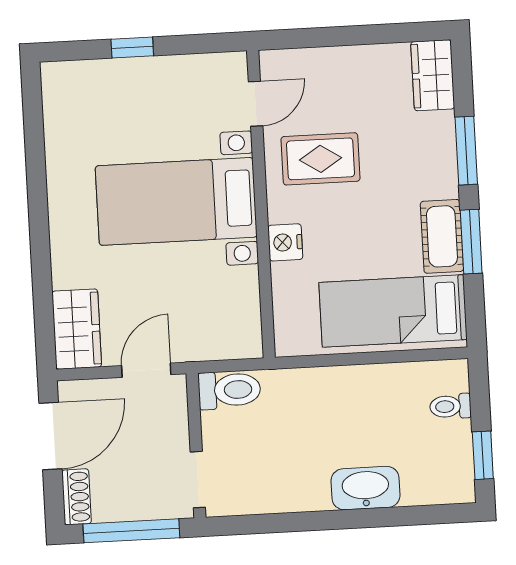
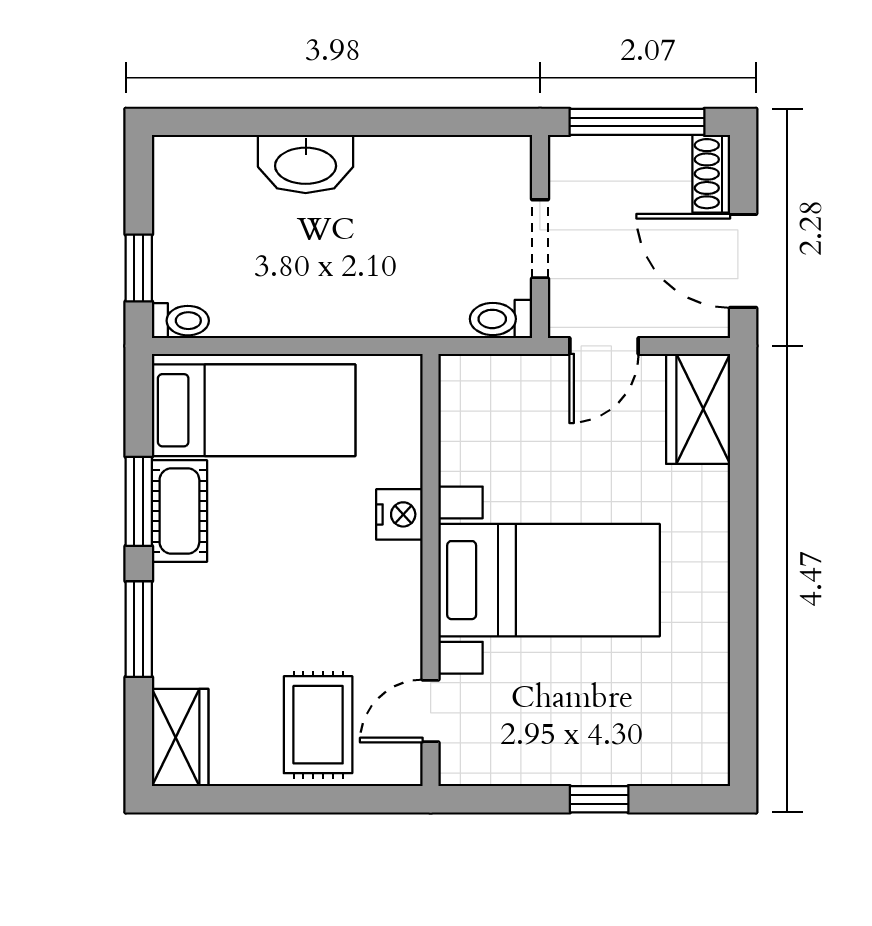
rug: (321, 159) -> (318, 725), moved, turned 90
toilet: (229, 390) -> (501, 319), width x0.73, depth x0.72
toilet: (450, 406) -> (180, 321), moved
door: (50, 436) -> (743, 261), hinge flipped
window: (483, 455) -> (139, 268), moved
doorway: (198, 480) -> (540, 239), moved

